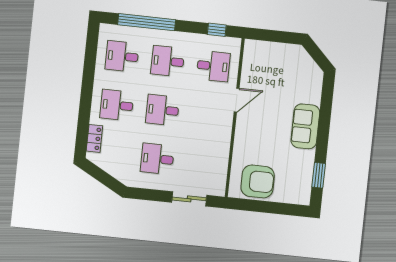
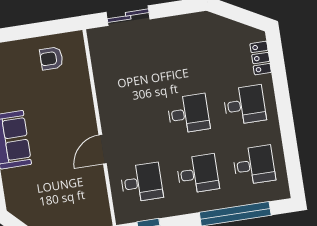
desk: (213, 66) -> (142, 183), turned 180
desk: (157, 159) -> (179, 54), removed
armchair: (258, 181) -> (51, 58), width x0.53, depth x0.53

